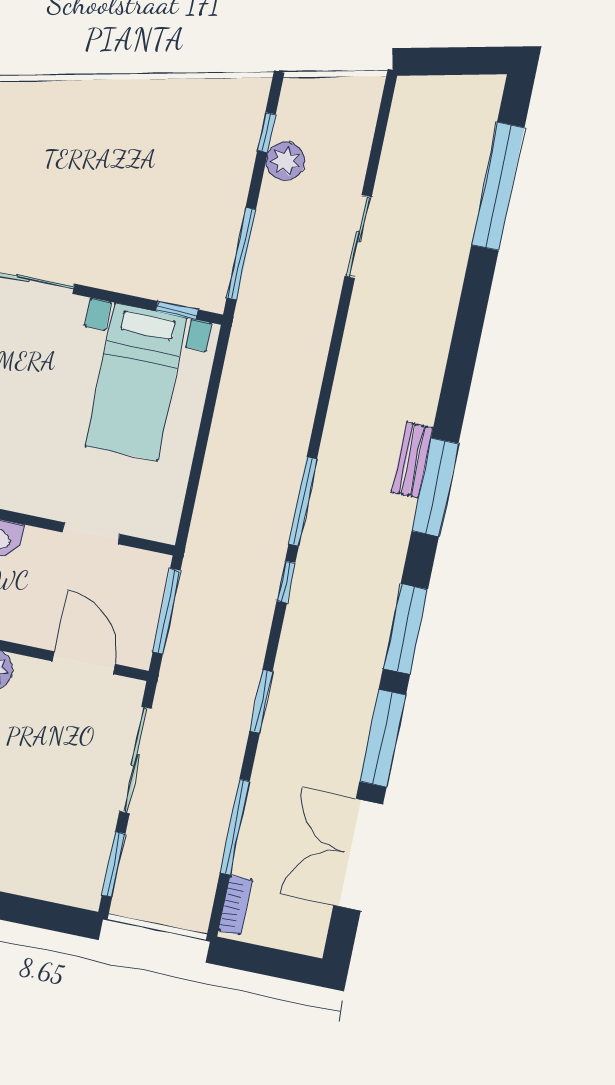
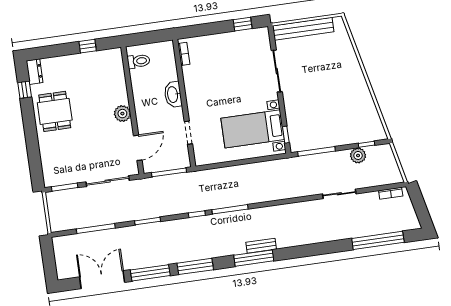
bookcase: (235, 905) -> (391, 193), moved

